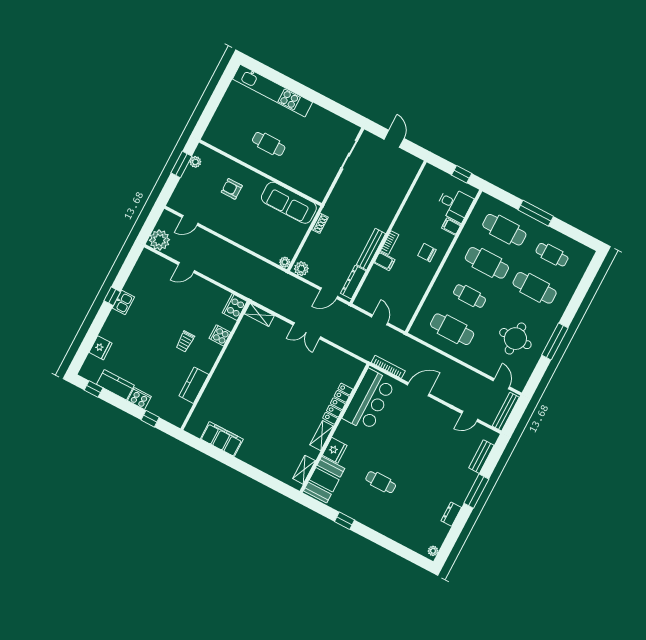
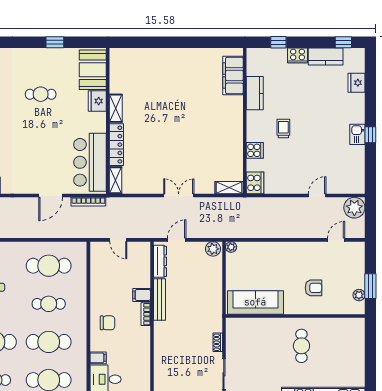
cafe table: (269, 144) -> (301, 346), turned 90
shoe rack: (320, 223) -> (218, 342), moved
filing cabinet: (222, 439) -> (233, 75), moved, turned 90
shelving: (304, 470) -> (116, 180), moved

